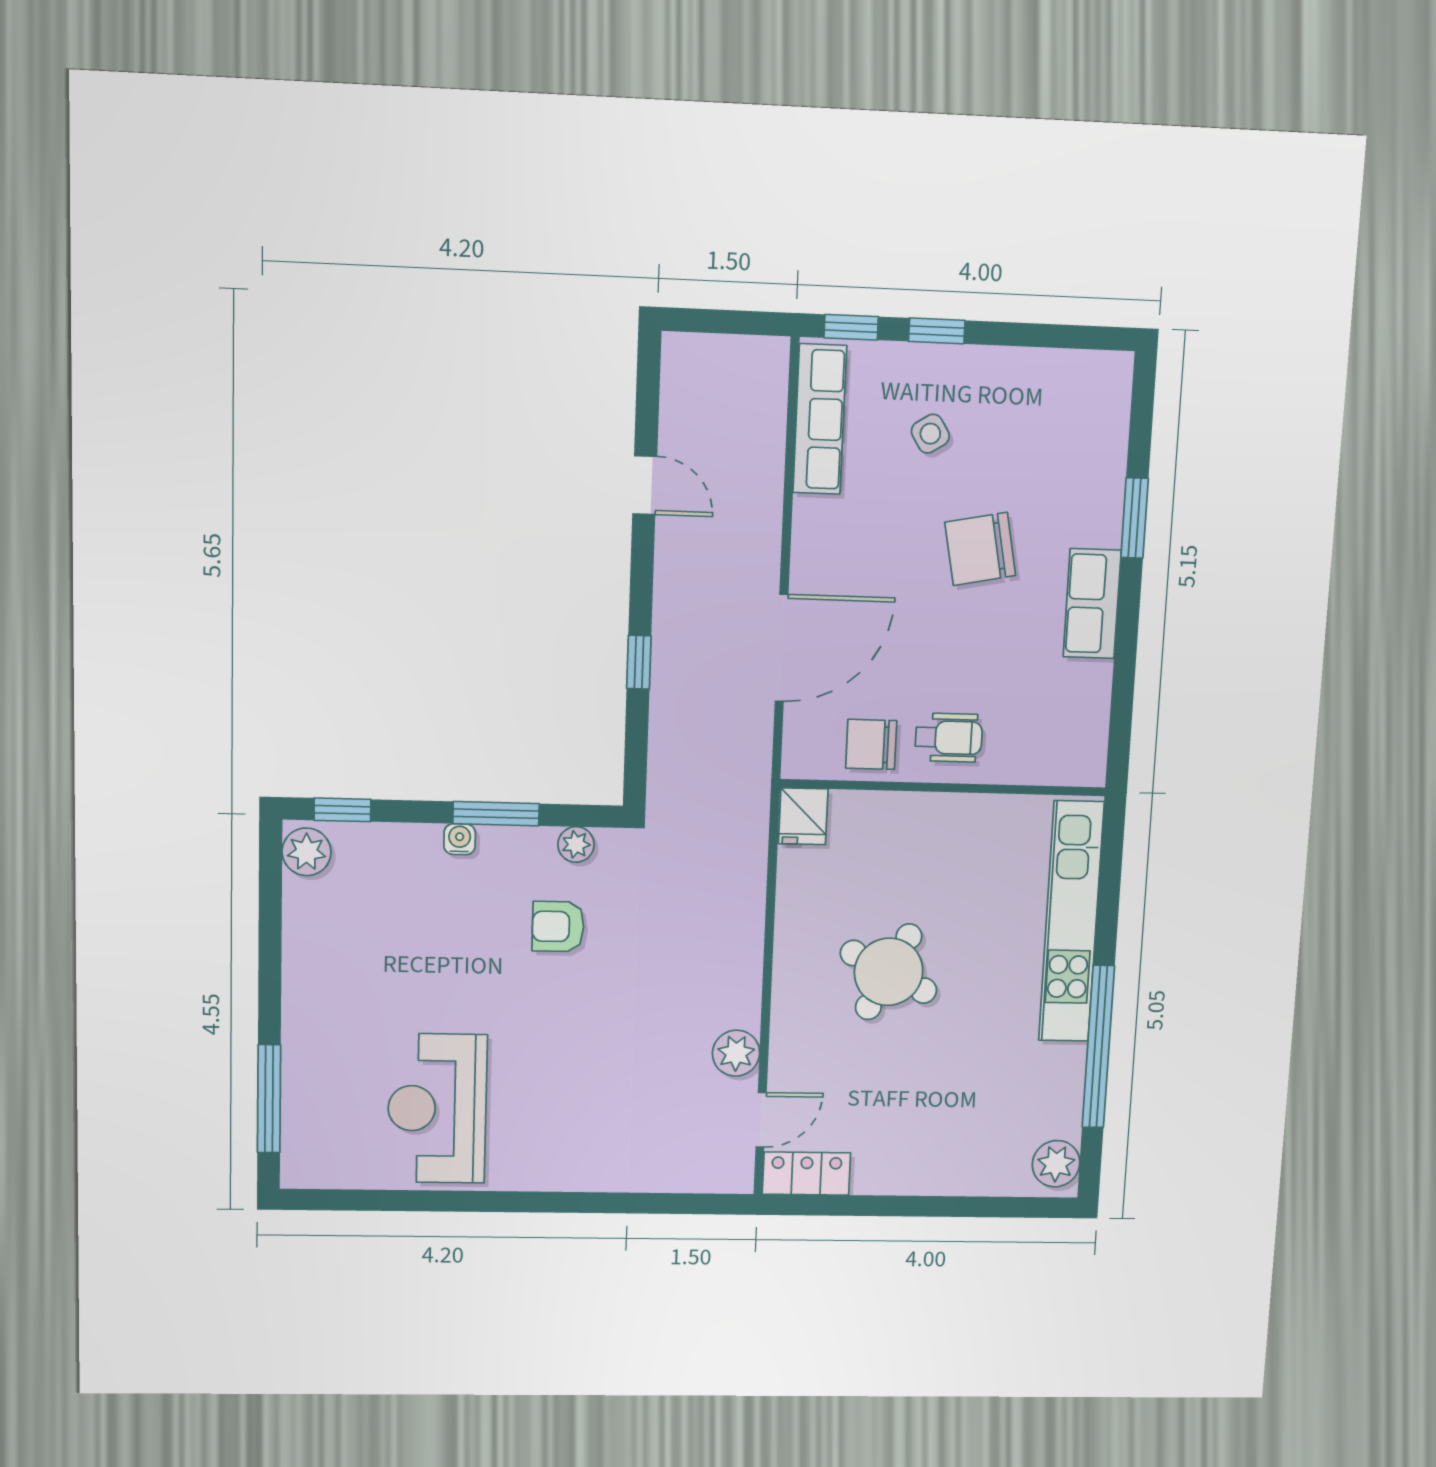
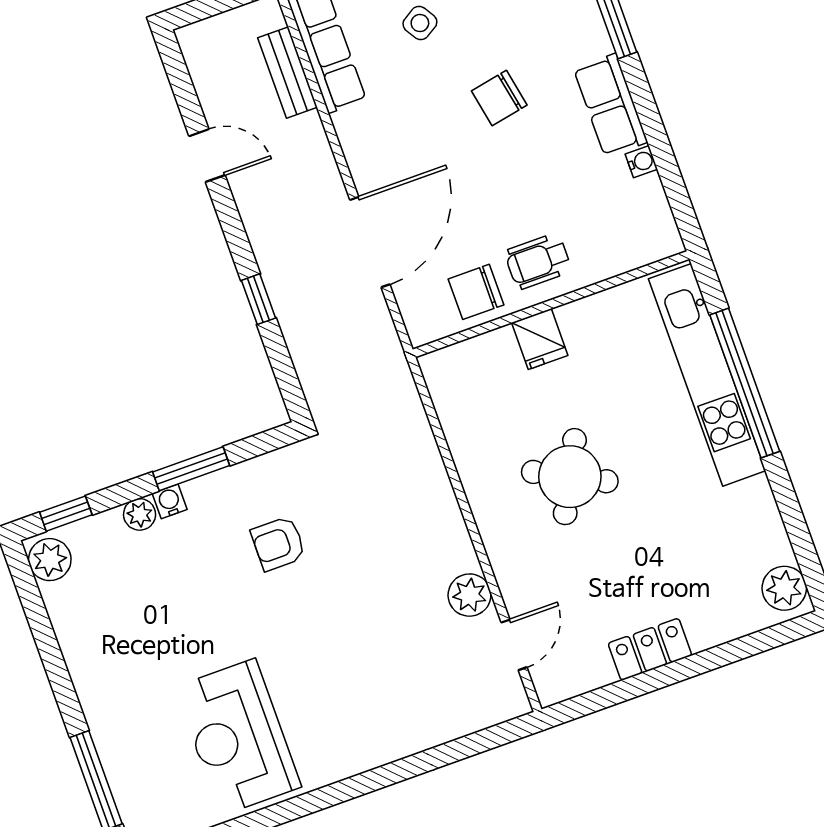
bench: (768, 430) -> (288, 73), added
chair: (980, 549) -> (499, 98), width x0.73, depth x0.73
water cooler: (1099, 676) -> (641, 162), added
wheelchair: (949, 738) -> (538, 261), turned 180
fridge: (803, 816) -> (540, 339), moved
plant: (576, 844) -> (140, 514), moved
window: (1098, 1047) -> (745, 383), moved
locker: (806, 1173) -> (650, 649), moved

